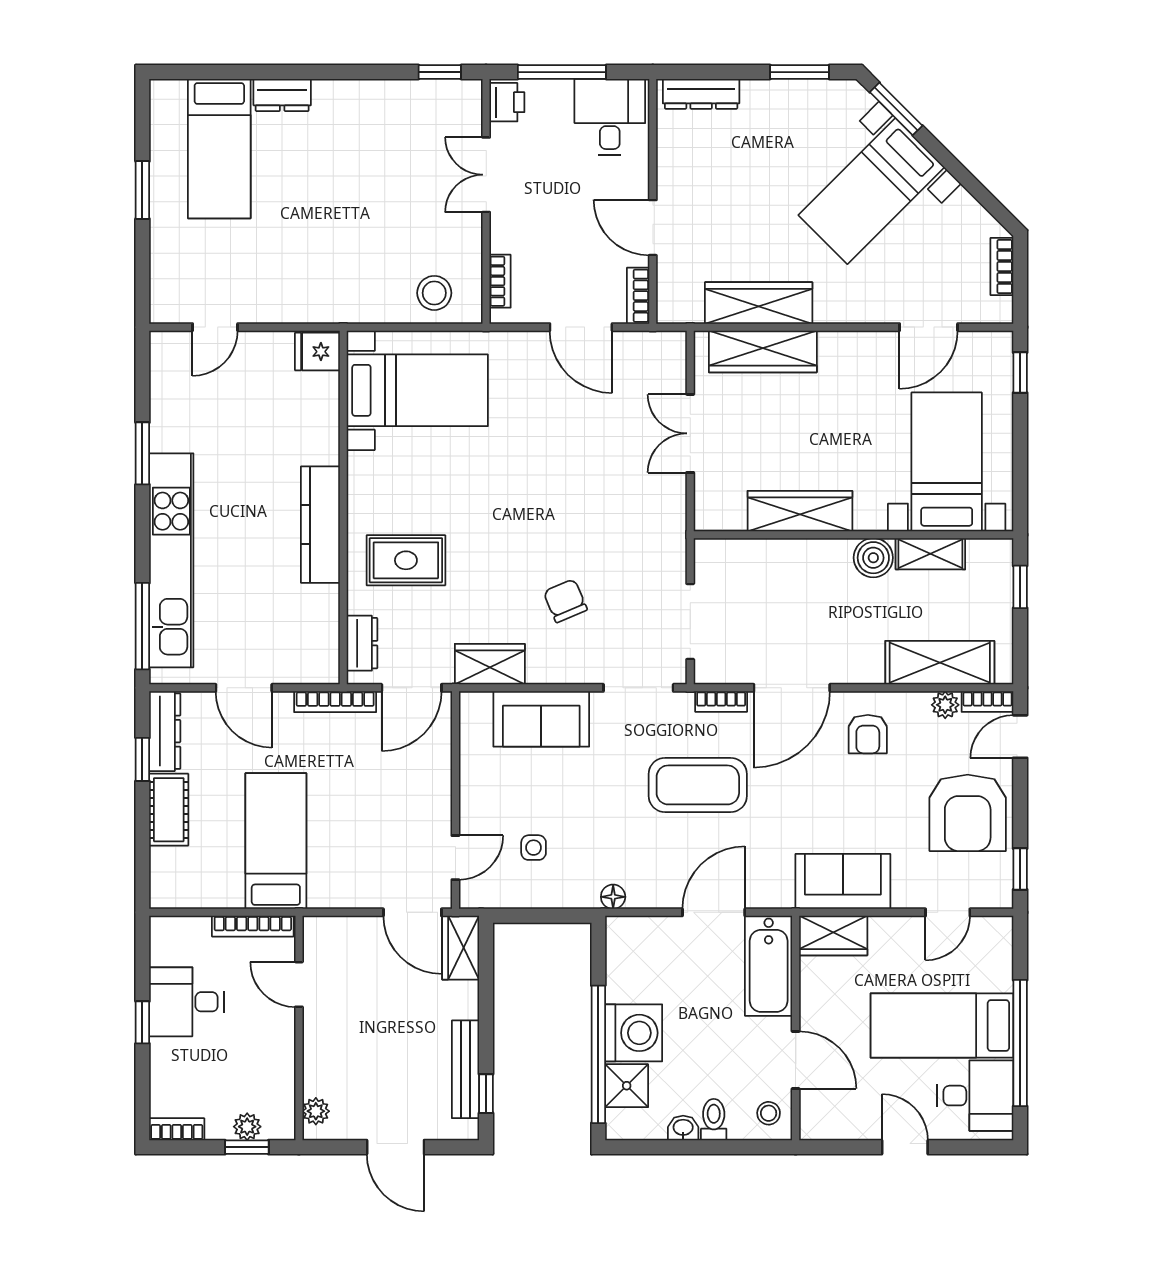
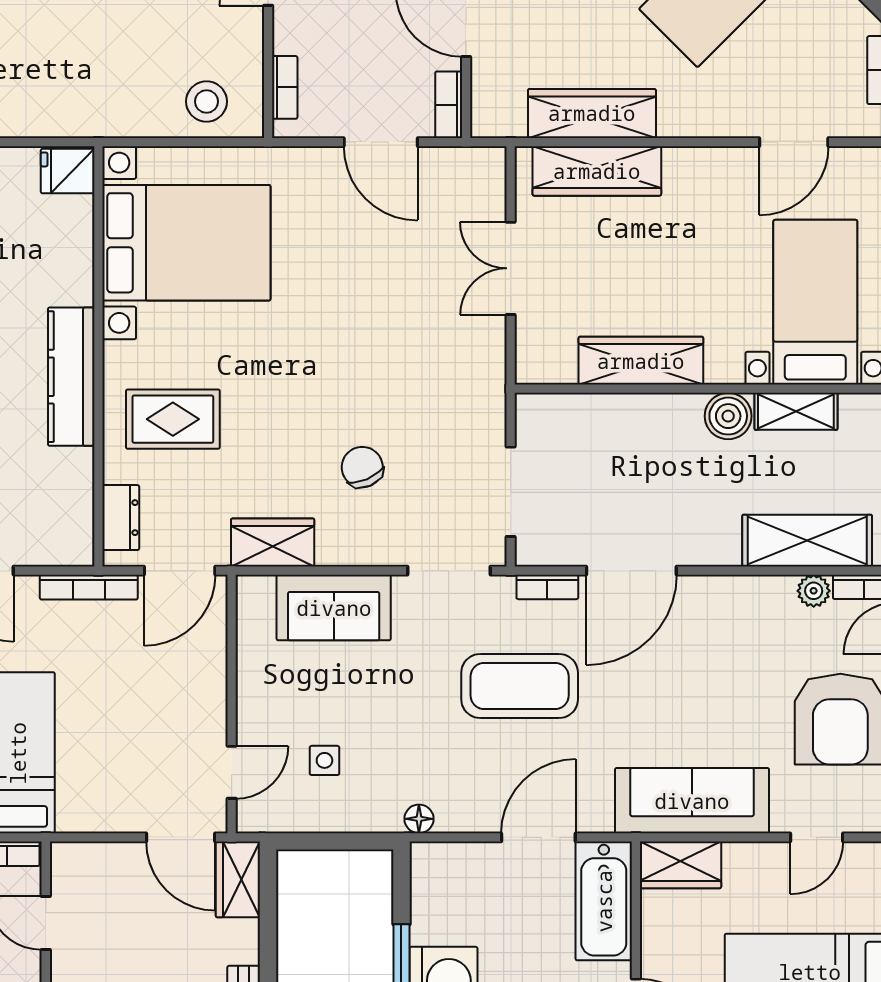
bed with nightstands: (417, 390) -> (186, 243), width x1.36
armchair: (868, 734) -> (722, 626), removed
sofa: (843, 881) -> (692, 801), width x1.36

